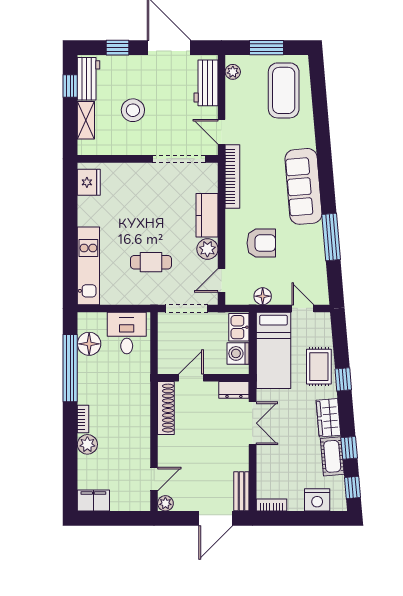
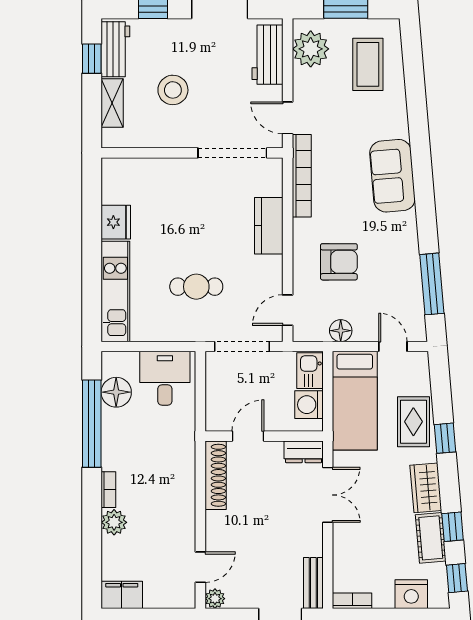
plant: (233, 72) -> (311, 49), width x1.88, depth x1.88
coffee table: (284, 90) -> (368, 64), width x0.73, depth x0.76
fridge: (89, 182) -> (116, 222), moved
sofa: (303, 186) -> (392, 176), width x0.73
window: (331, 237) -> (432, 284), moved
plant: (207, 249) -> (269, 270), removed

